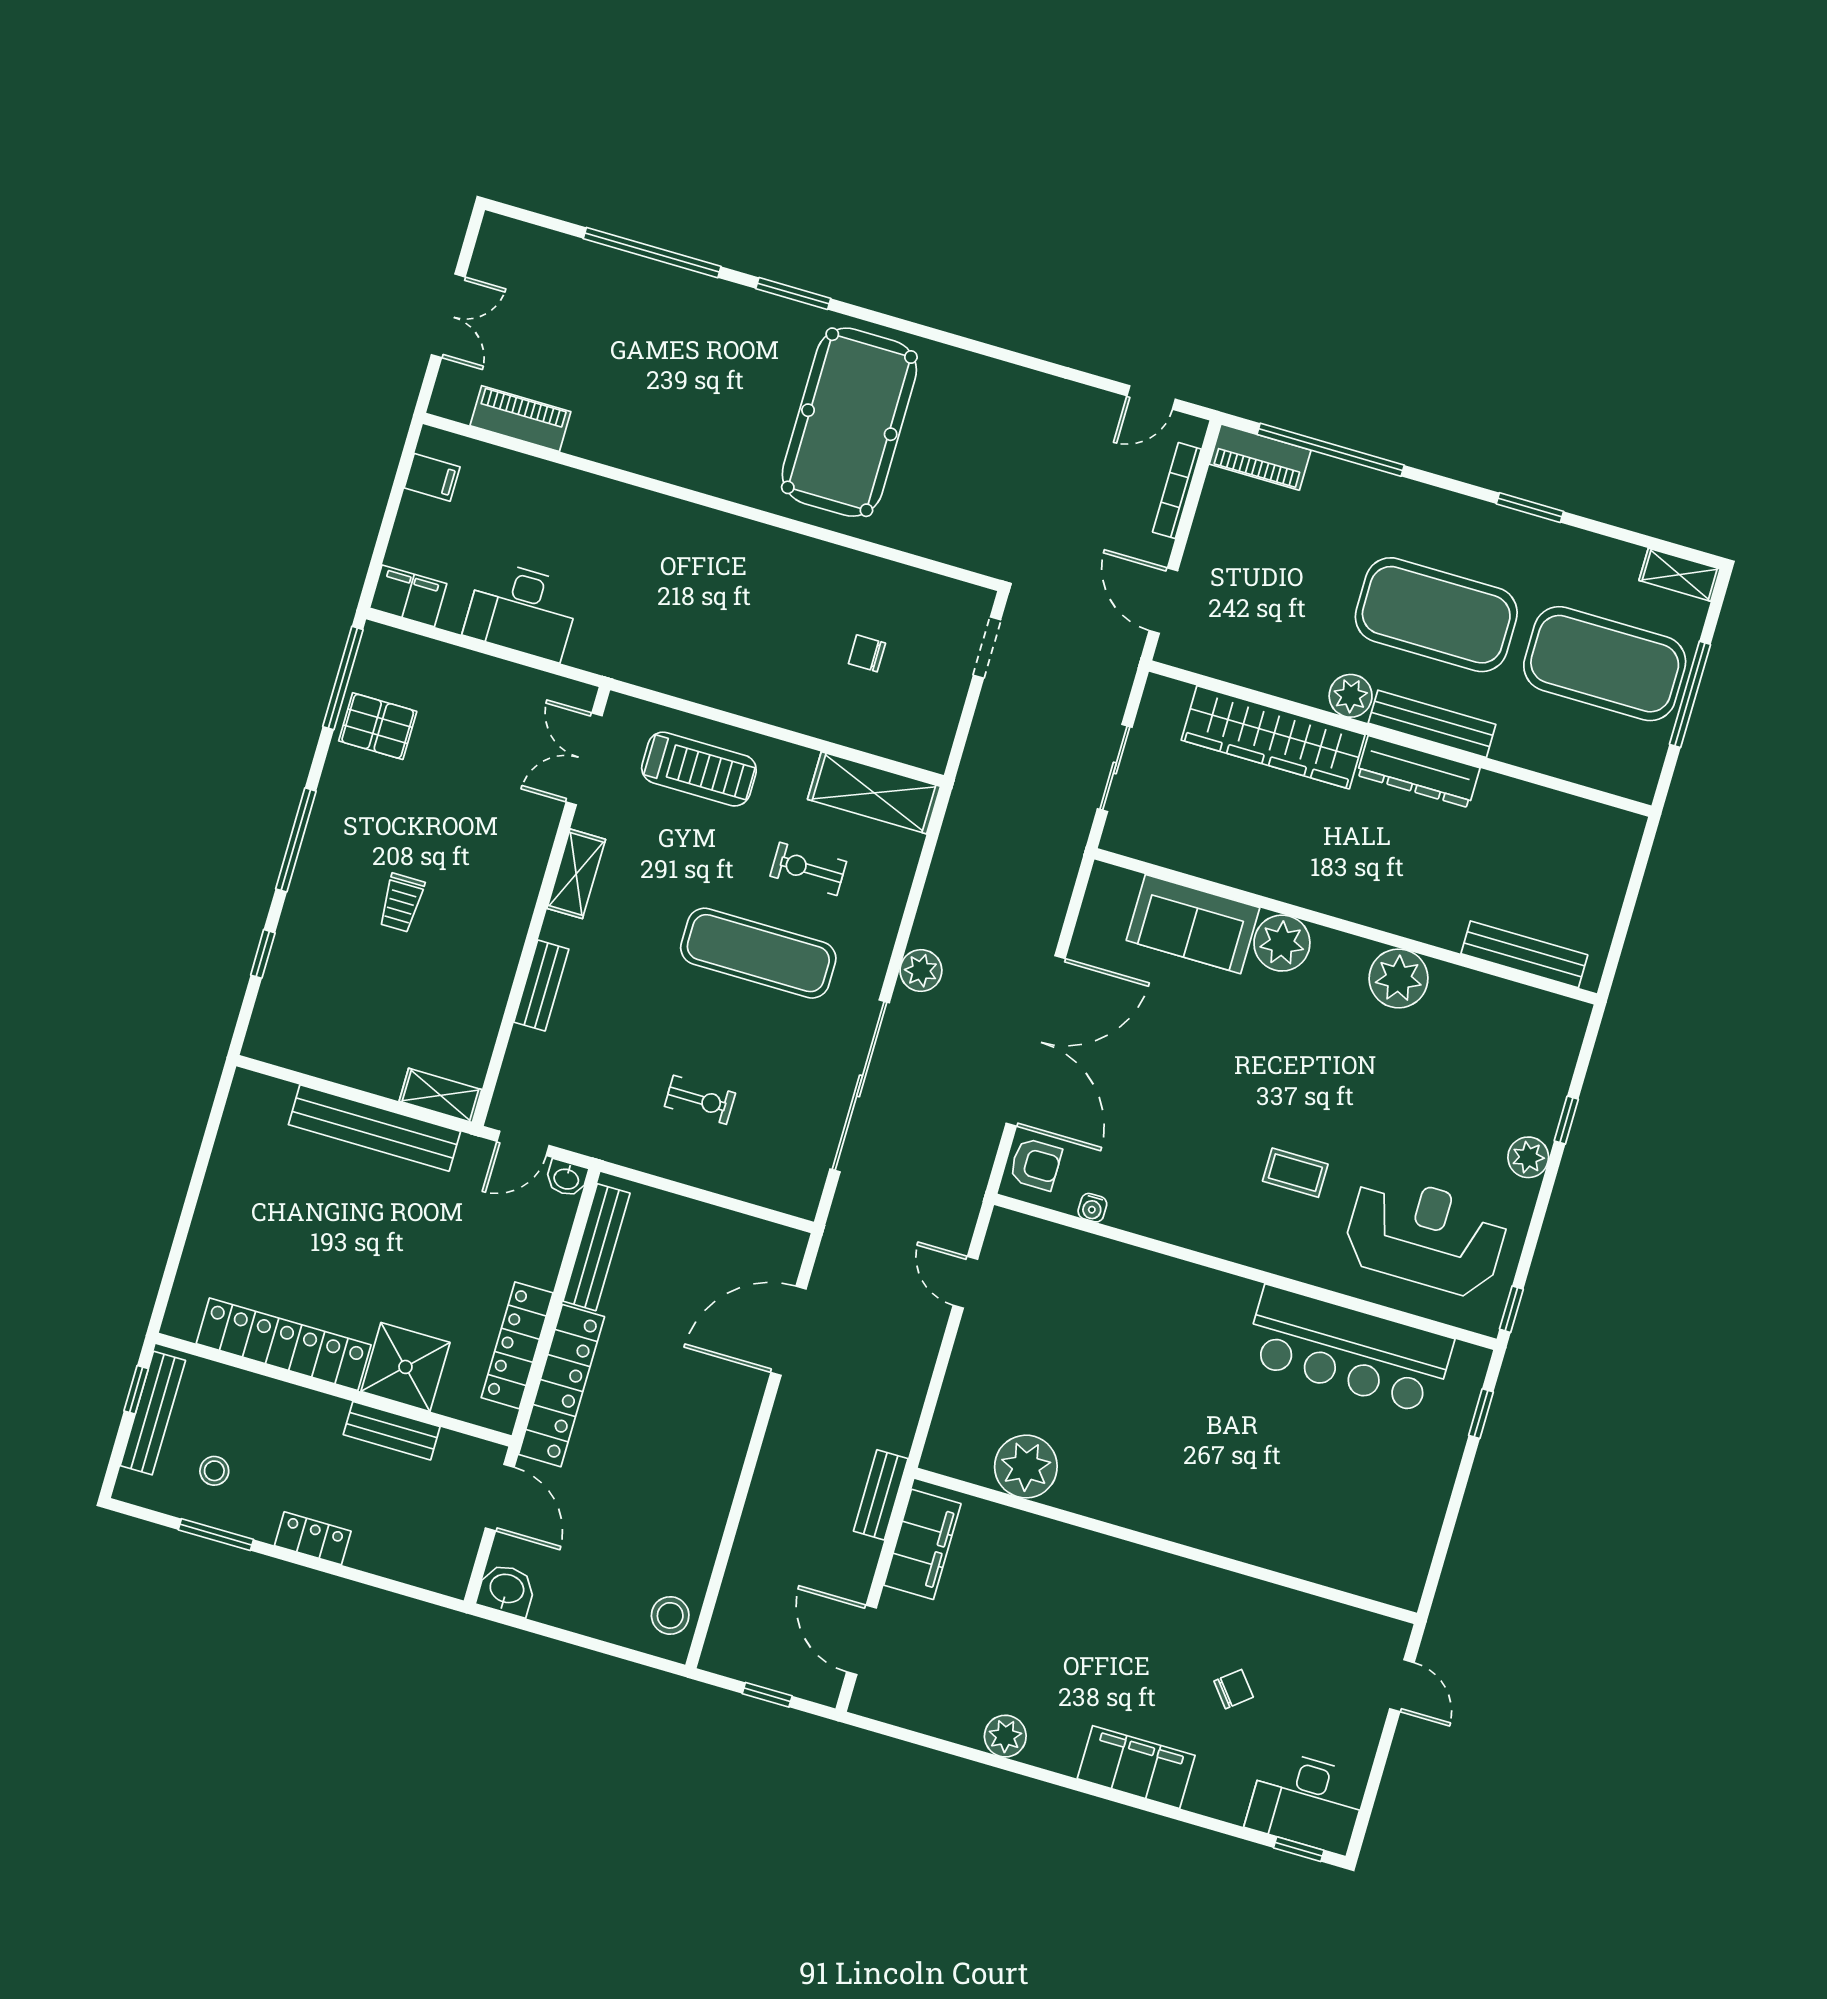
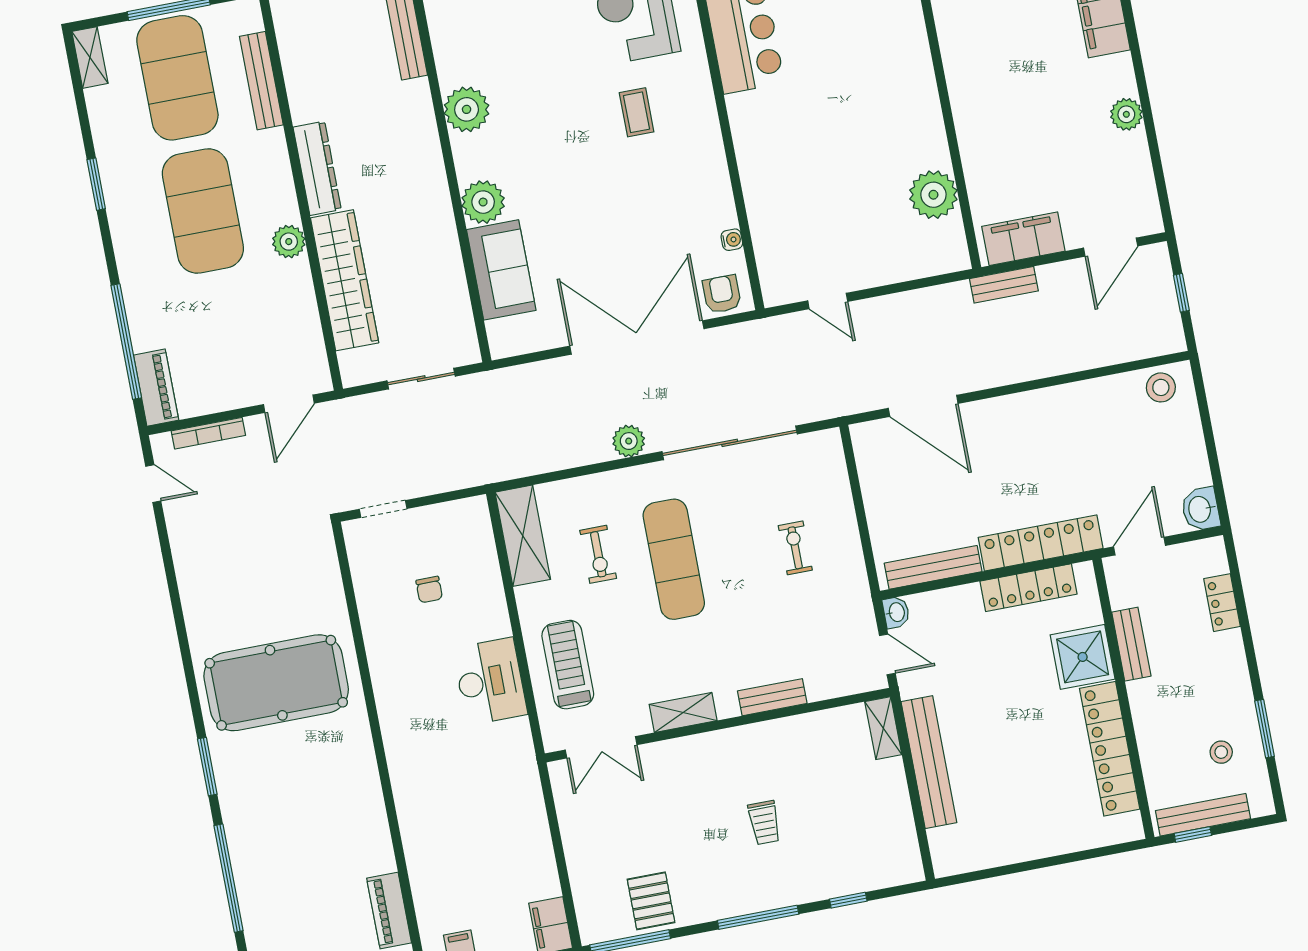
desk: (522, 610) -> (490, 681), moved
bench: (1432, 724) -> (261, 81), moved
trolley: (401, 903) -> (764, 823), turned 90
door: (965, 1282) -> (828, 301), hinge flipped
locker: (313, 1538) -> (1222, 603), moved

